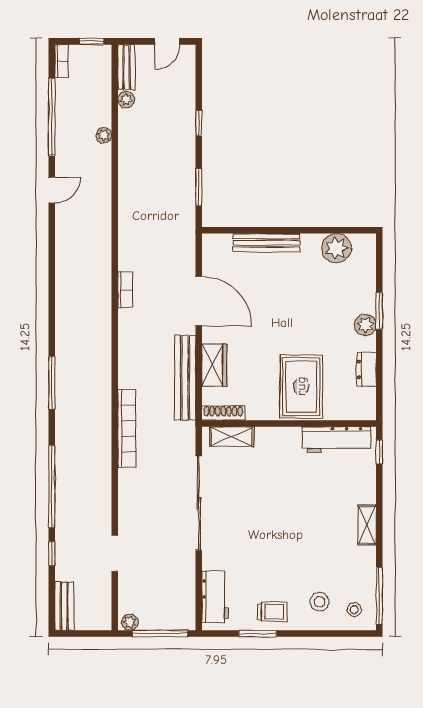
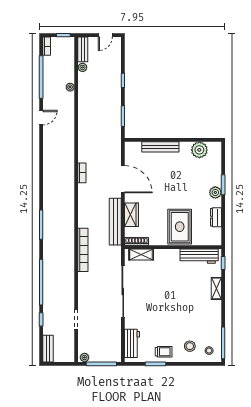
shelving: (367, 525) -> (216, 288), moved

